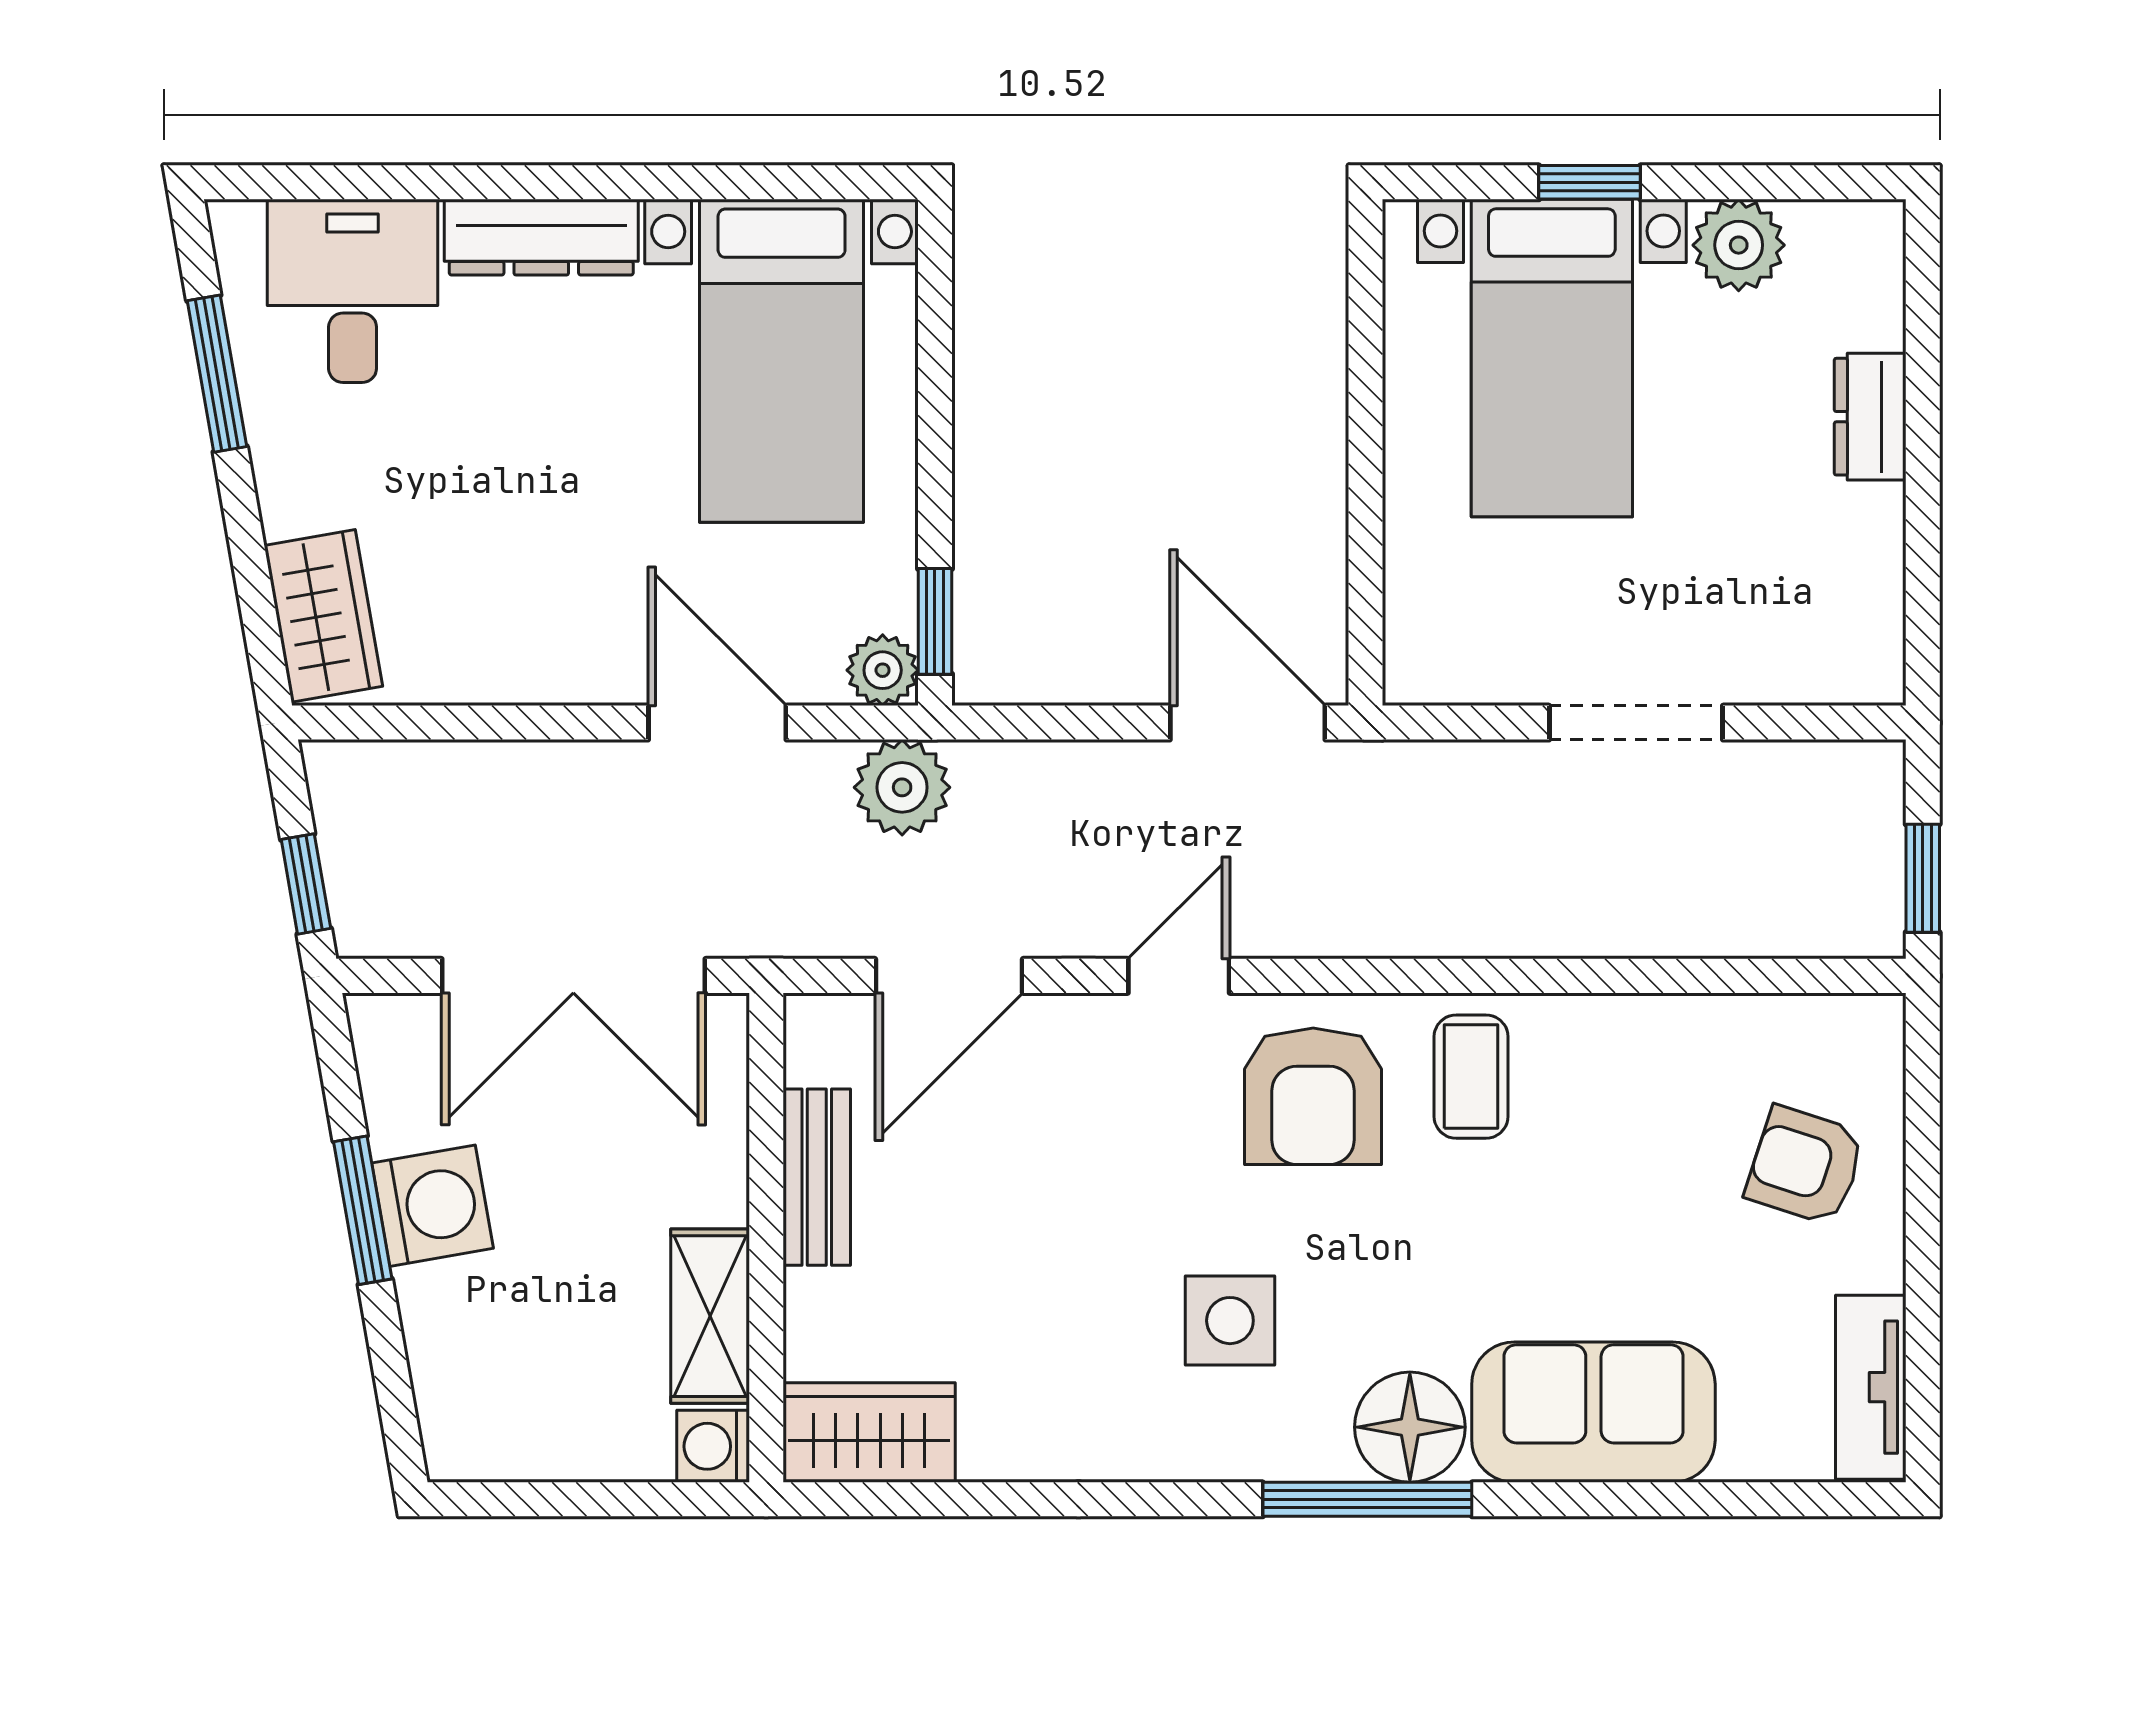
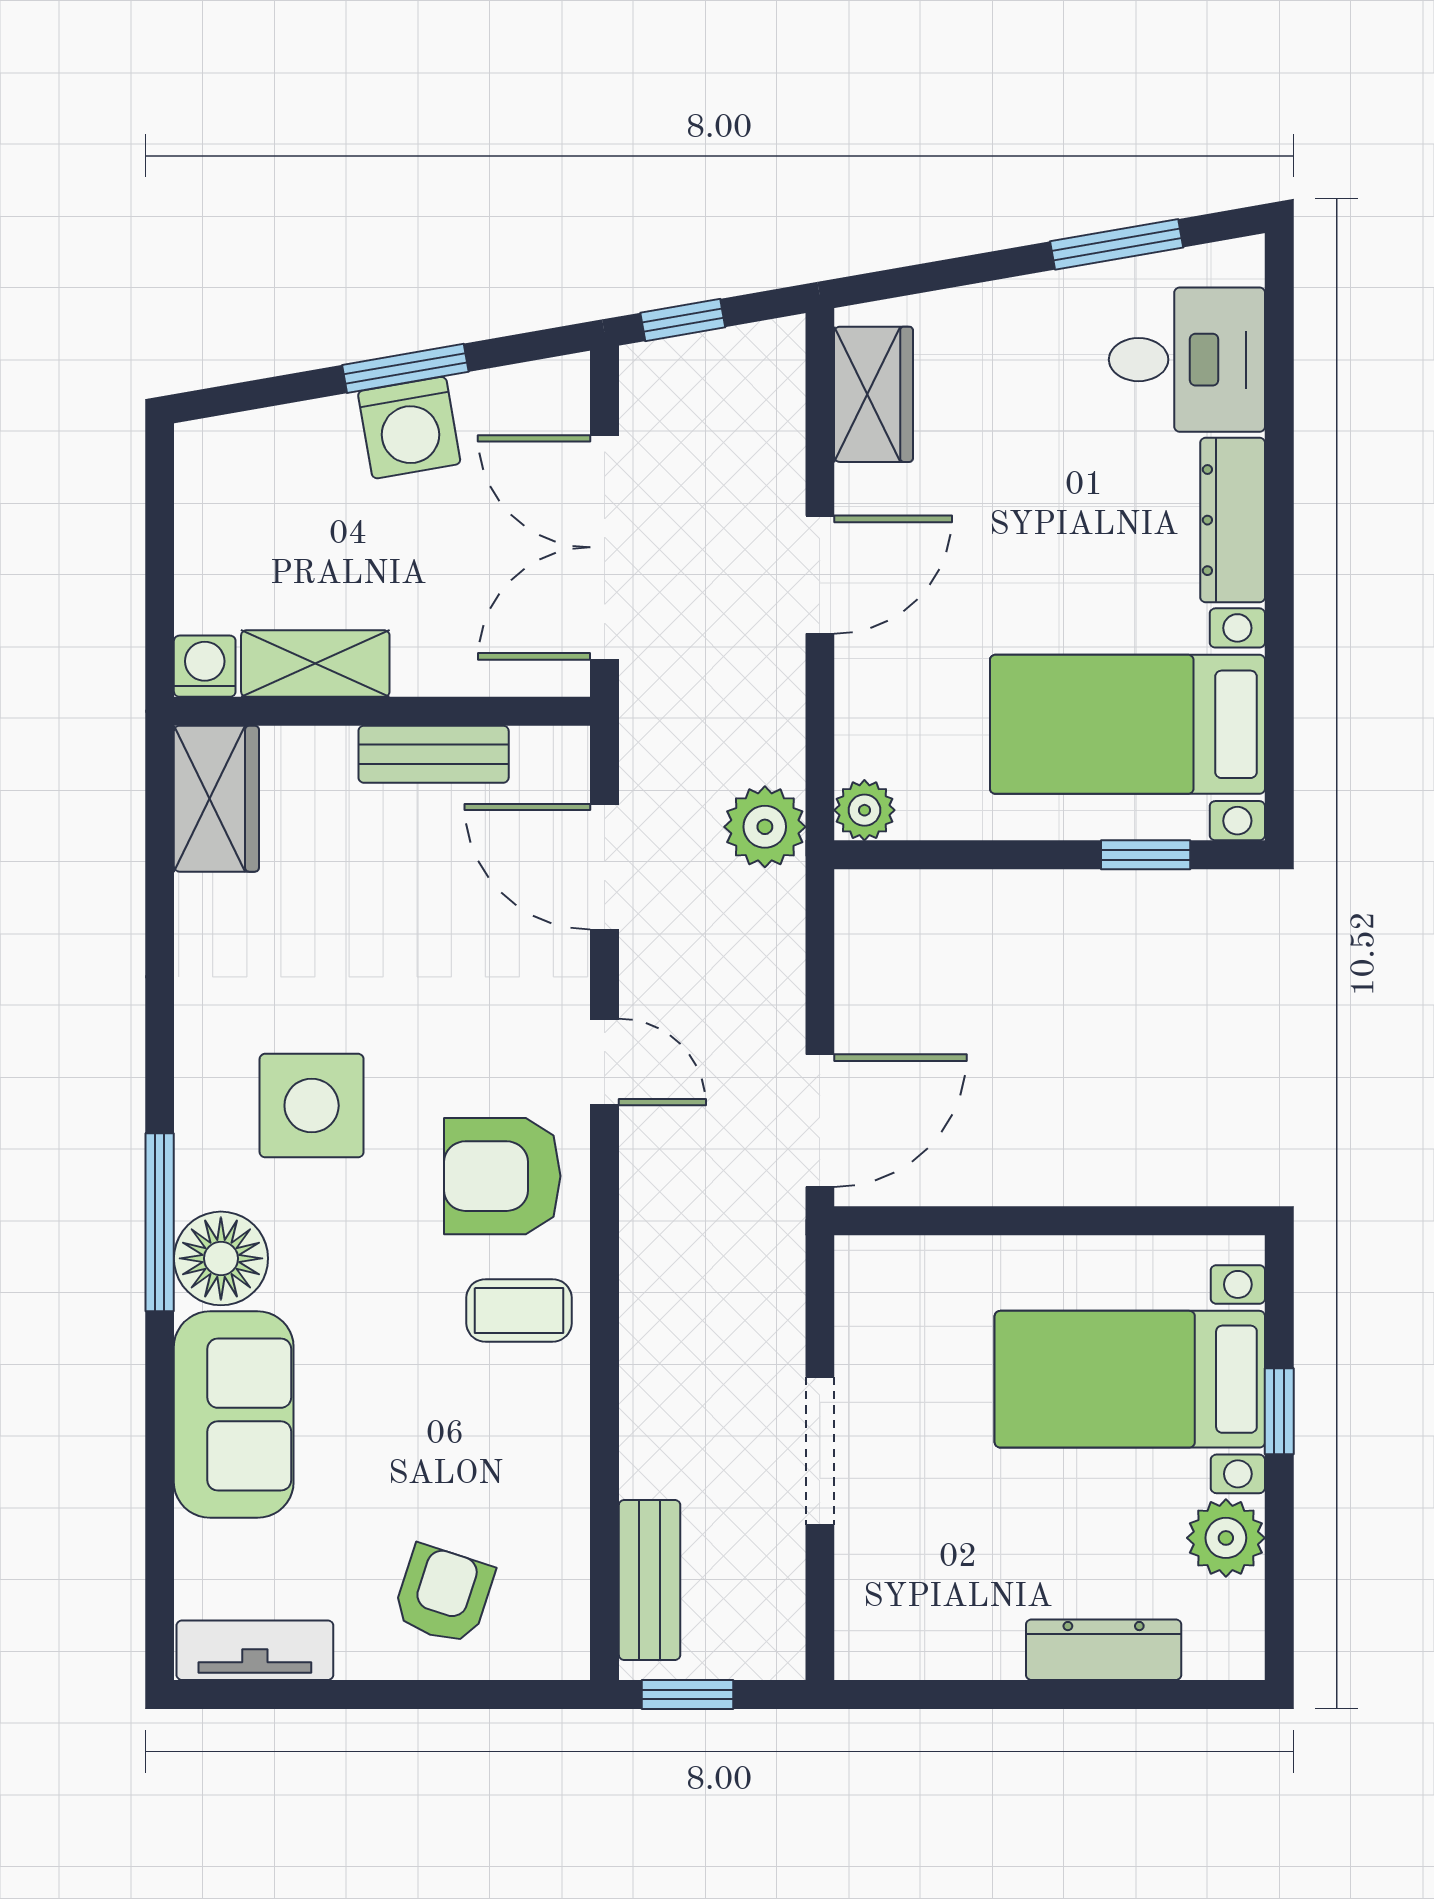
dresser: (1870, 417) -> (1104, 1650), width x1.44
wardrobe: (323, 616) -> (874, 394), moved, turned -80
window: (935, 621) -> (1146, 855), moved
door: (717, 723) -> (820, 575), moved
bench: (1788, 923) -> (650, 1580), added
side table: (1230, 1321) -> (312, 1106), width x1.37, depth x1.37

